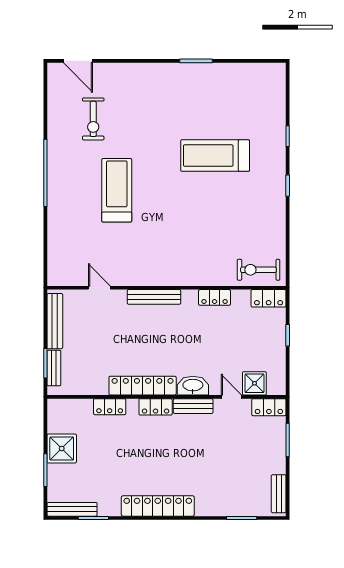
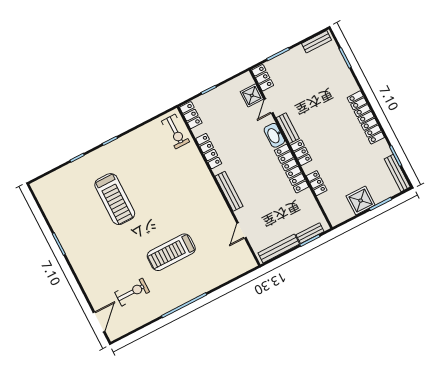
locker: (215, 297) -> (209, 151), width x1.53

